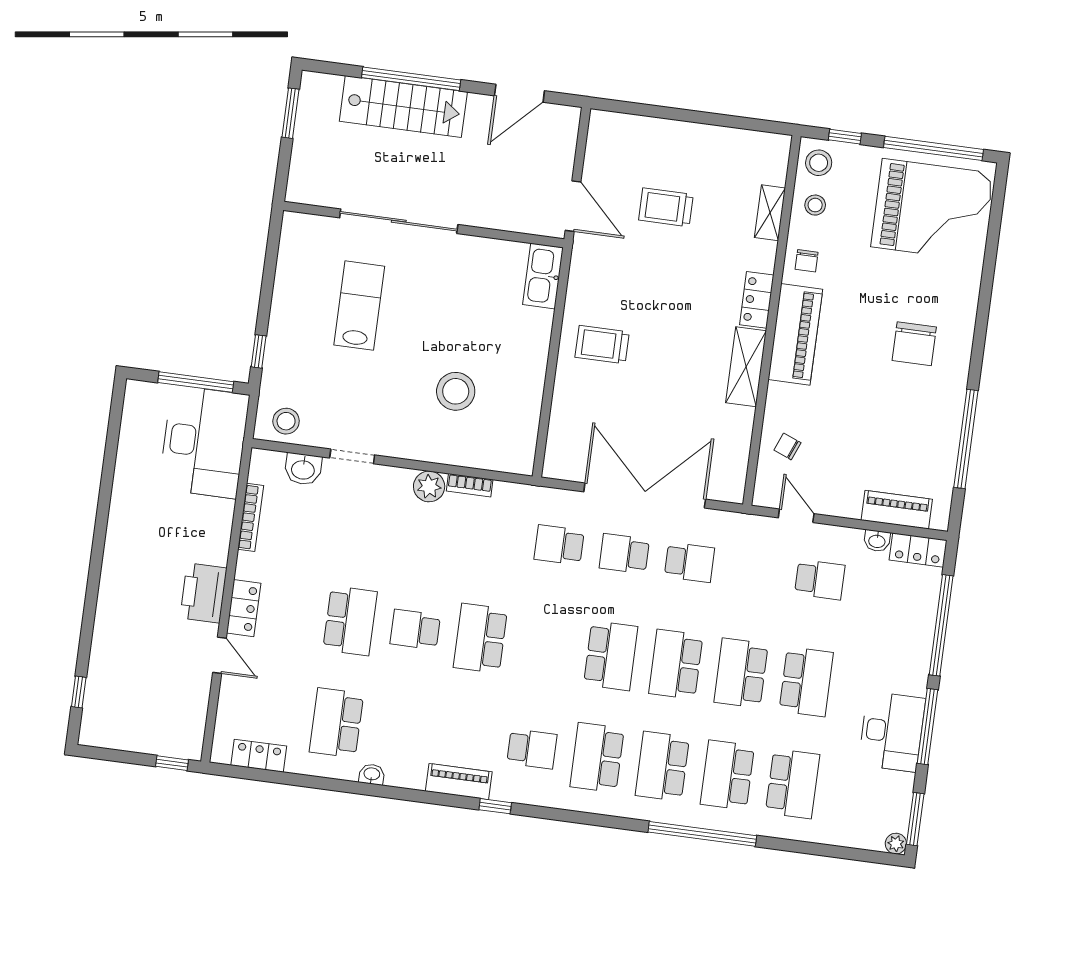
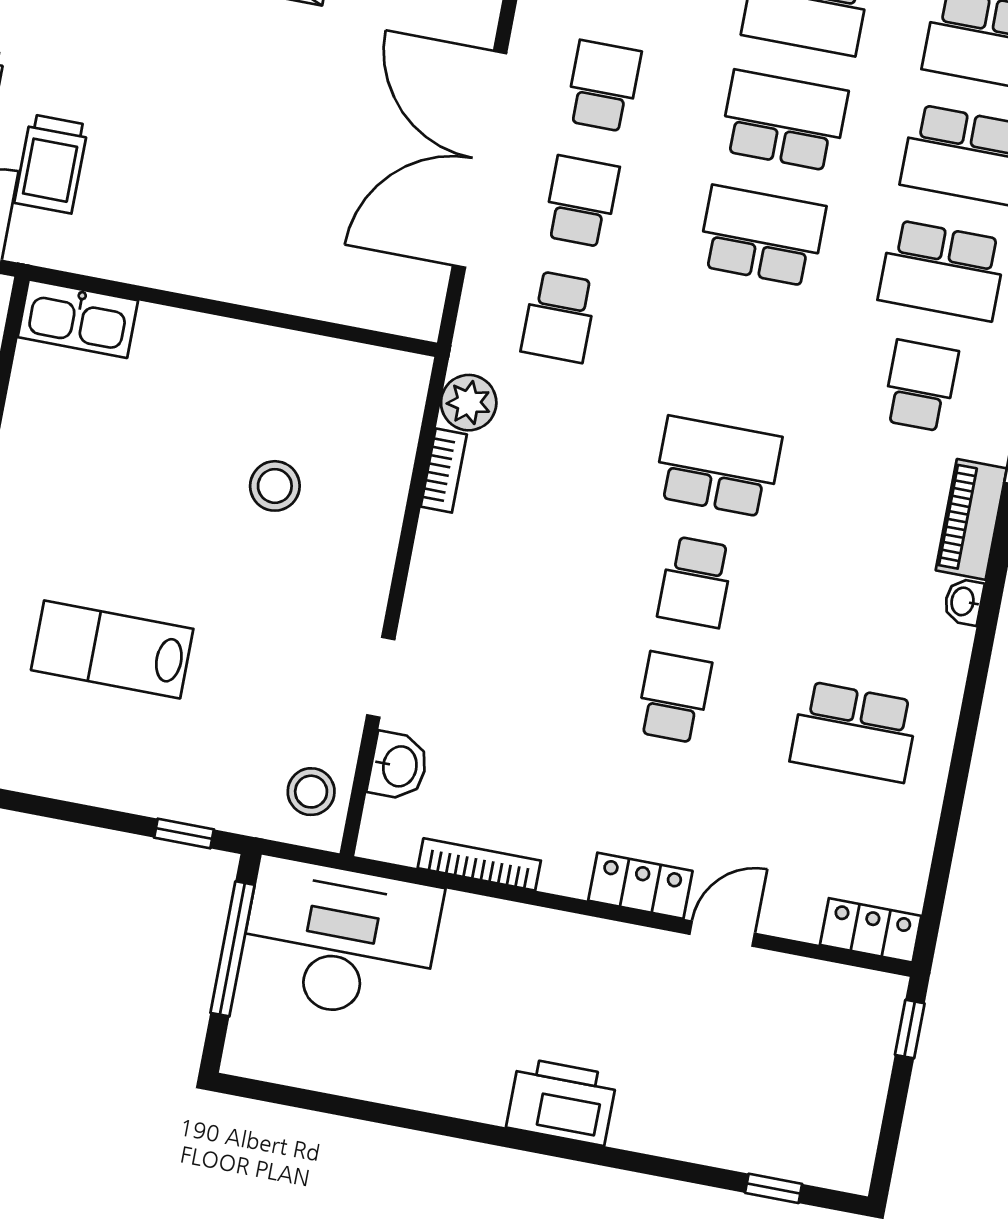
trolley: (602, 345) -> (51, 164), moved
stool: (456, 391) -> (275, 486), width x0.73, depth x0.73
plant: (429, 486) -> (469, 403), moved
school desk: (624, 554) -> (581, 201), turned 180
printer: (203, 593) -> (562, 1102), moved, turned 180
school desk: (350, 621) -> (674, 697), width x0.54
school desk: (480, 638) -> (718, 467), turned 180
school desk: (676, 664) -> (784, 121), turned 180
locker: (259, 756) -> (871, 930), moved, turned 90
washbasin: (372, 774) -> (964, 602), moved

